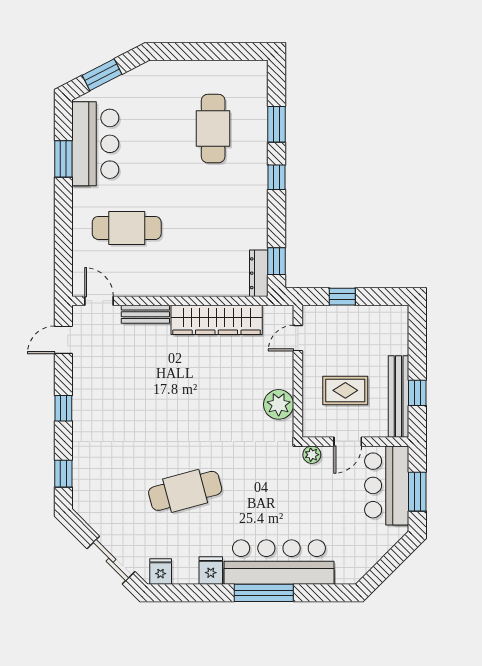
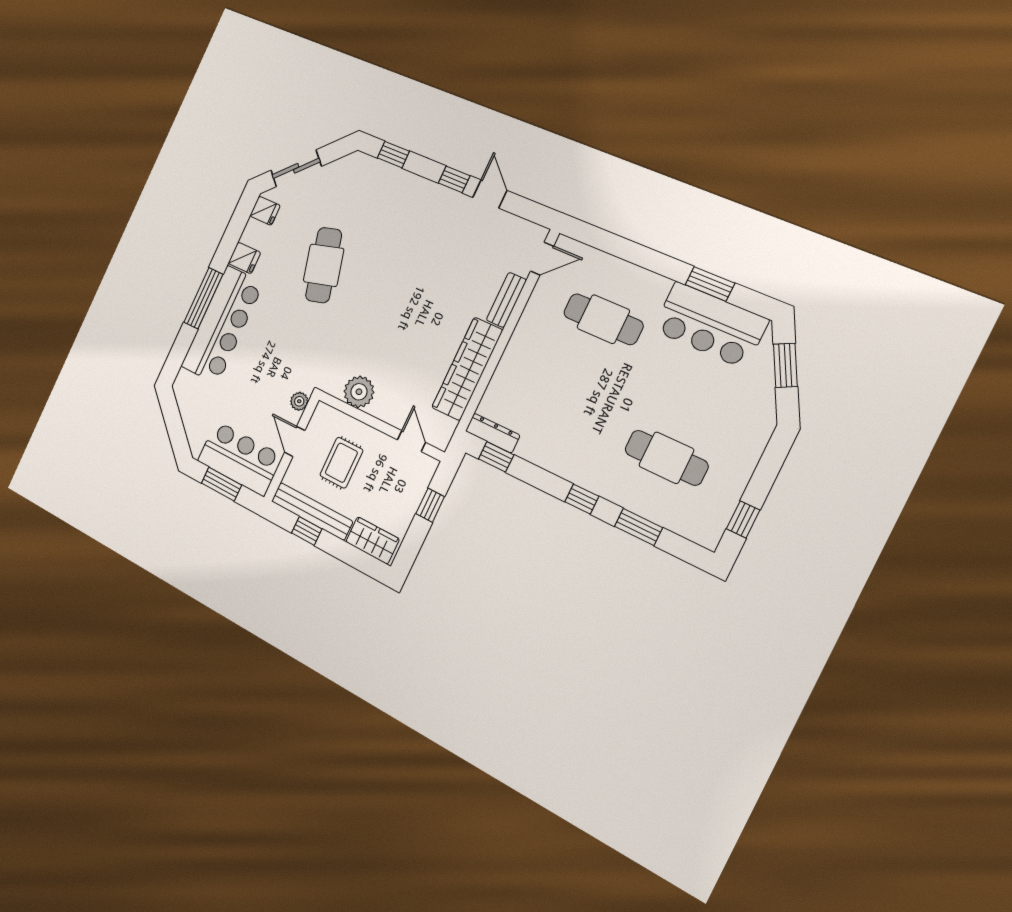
window: (233, 51) -> (743, 519), added
cafe table: (127, 228) -> (603, 319), turned 90
wardrobe: (396, 331) -> (372, 540), added
door: (63, 340) -> (490, 194), moved

